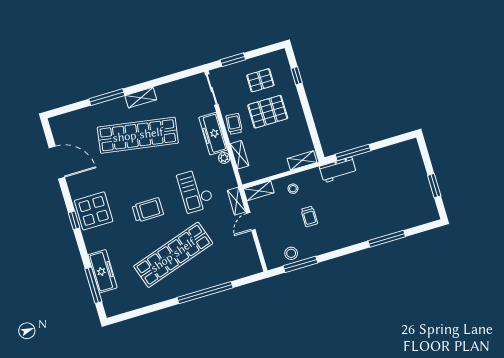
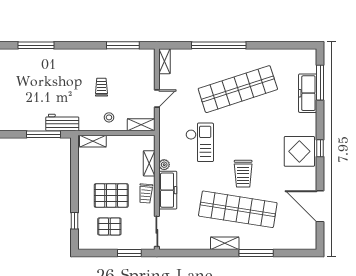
shelving: (237, 201) -> (165, 61), moved
trolley: (148, 210) -> (243, 174), moved, turned -90
stool: (291, 253) -> (128, 58), removed

